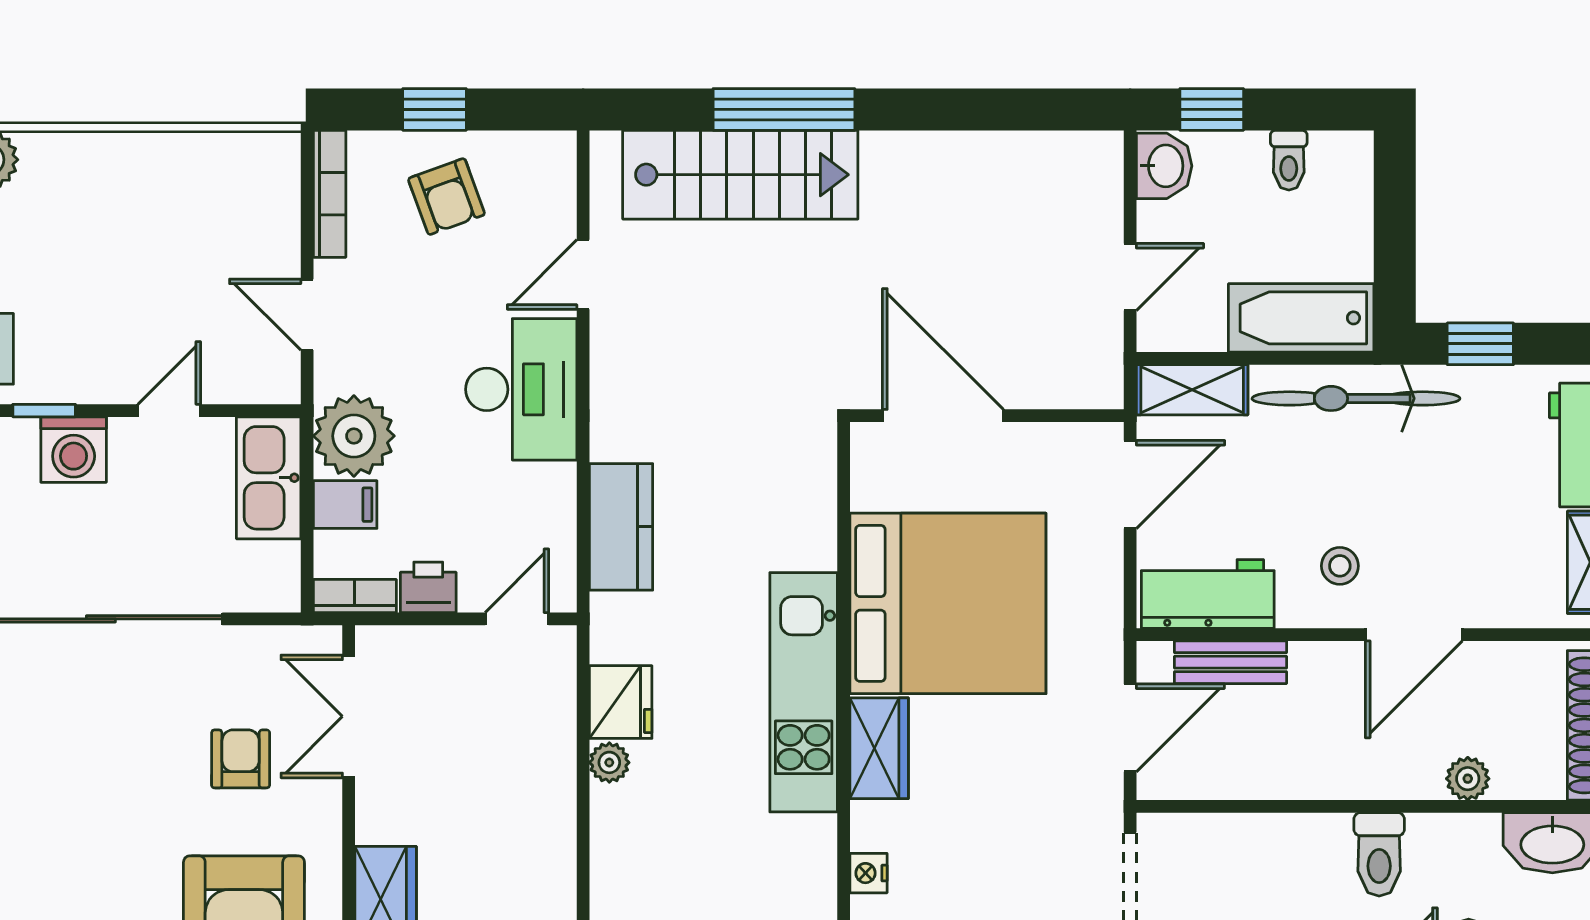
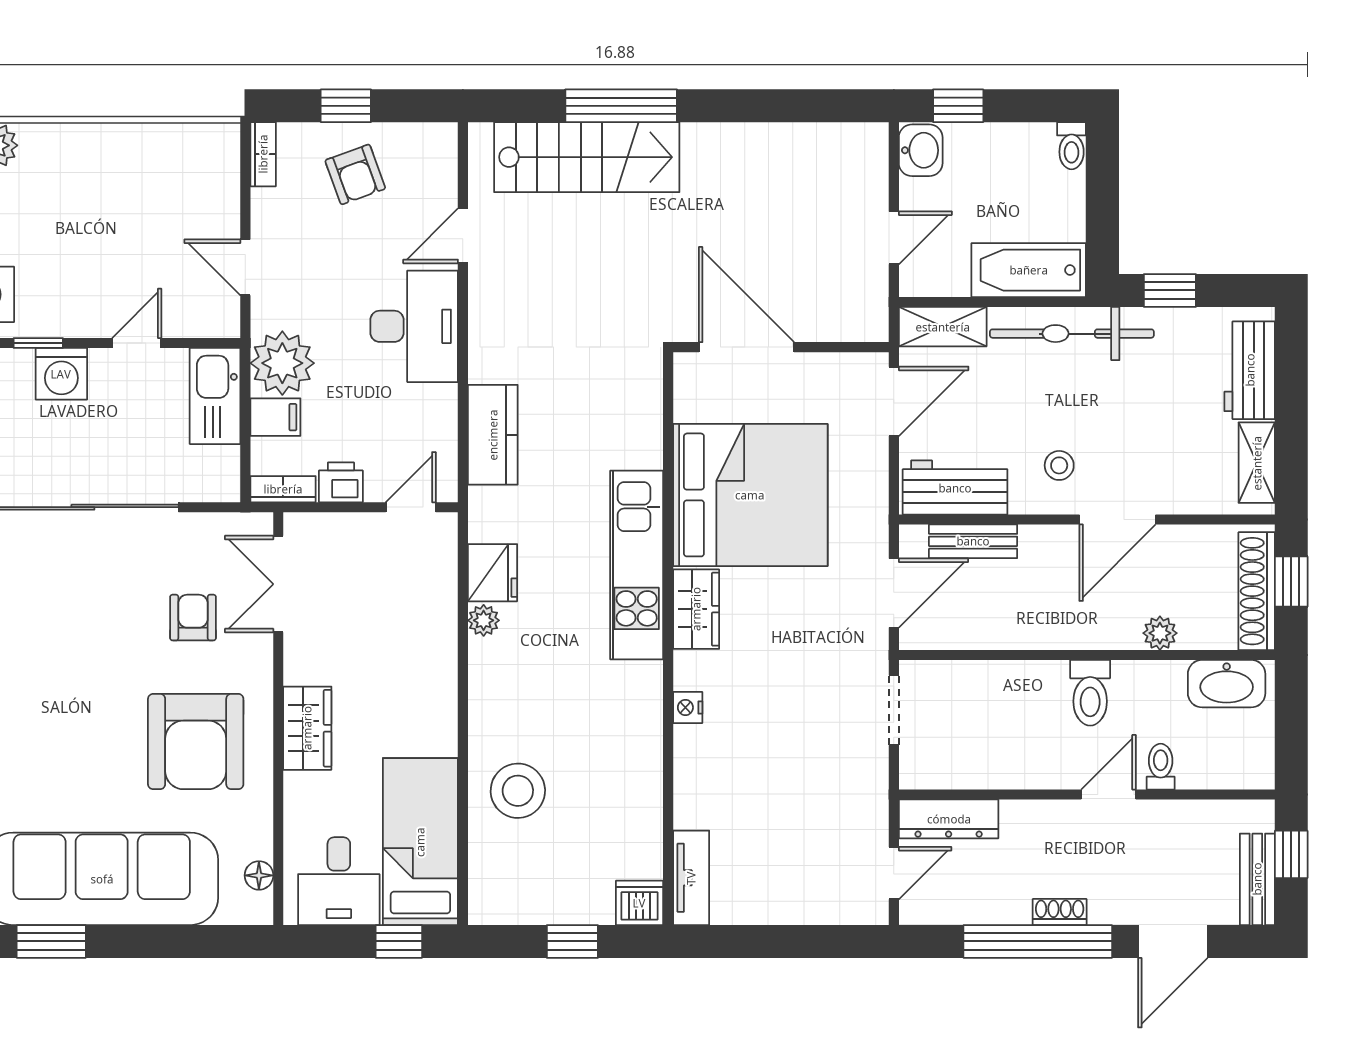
toilet: (1289, 160) -> (1072, 146), moved
bookcase: (330, 194) -> (263, 154), width x0.64

